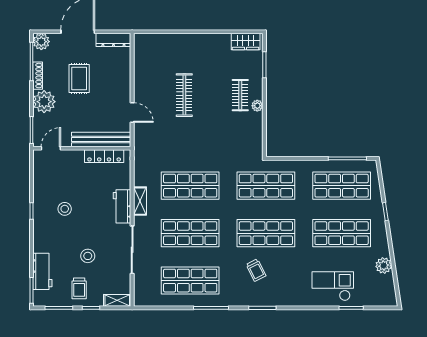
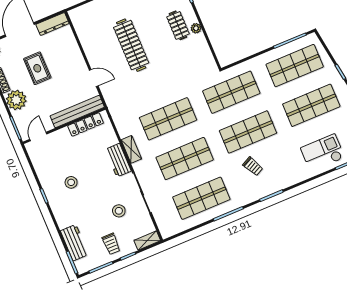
clothes rail: (184, 95) -> (131, 45), width x1.37, depth x1.31
stool: (88, 256) -> (119, 211), moved

